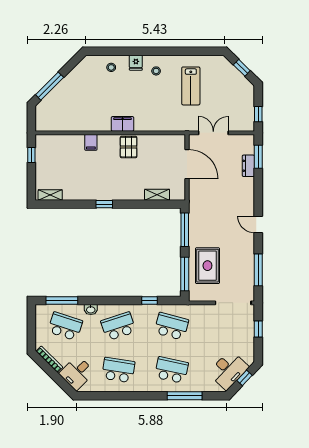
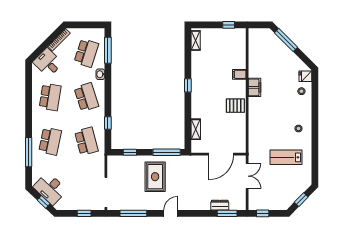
fridge: (136, 63) -> (305, 76), moved
filing cabinet: (123, 124) -> (255, 87), moved
rug: (207, 266) -> (155, 177), moved, turned 90
window: (185, 274) -> (130, 152), width x0.46
school desk: (171, 326) -> (86, 141), turned -30

